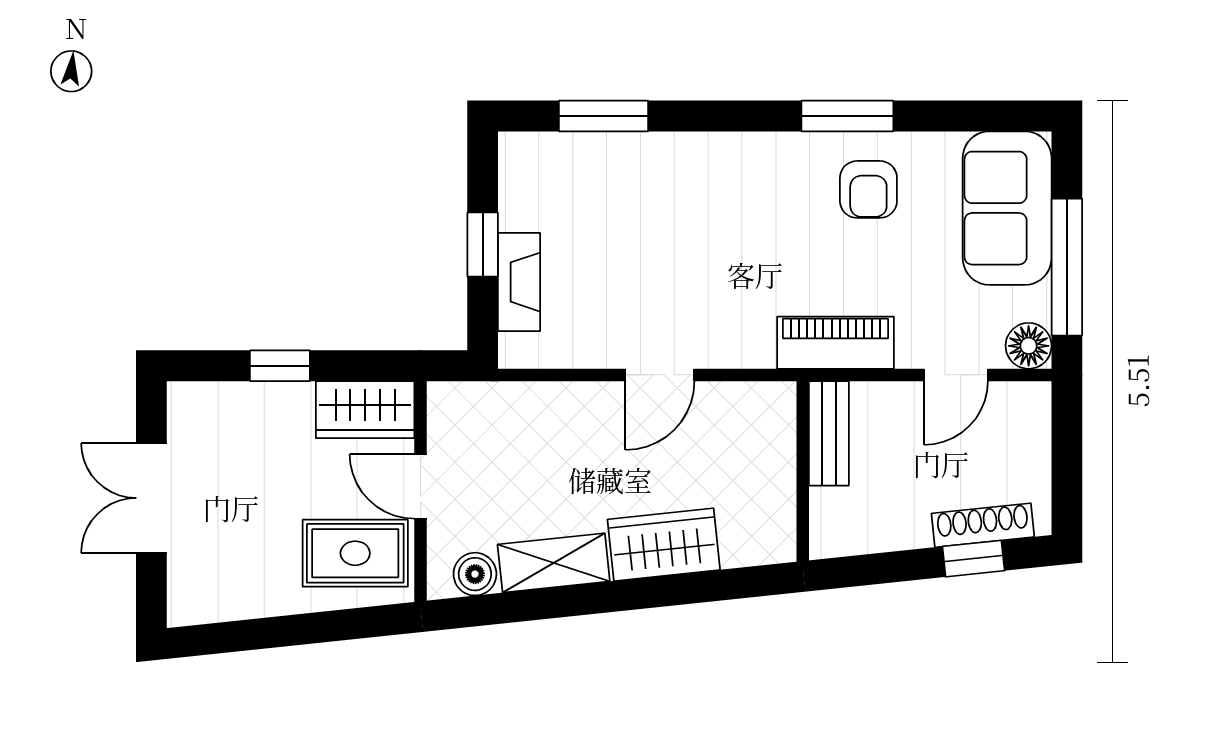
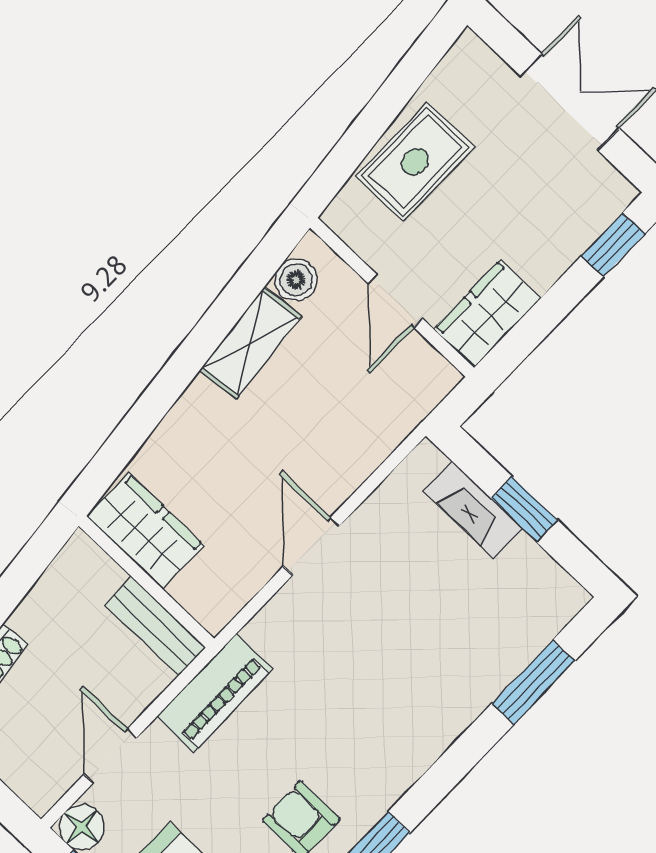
window: (280, 366) -> (613, 245), moved
door: (421, 486) -> (395, 301), swing flipped
wardrobe: (664, 545) -> (145, 531), moved, turned -84
rug: (355, 553) -> (415, 162), moved

